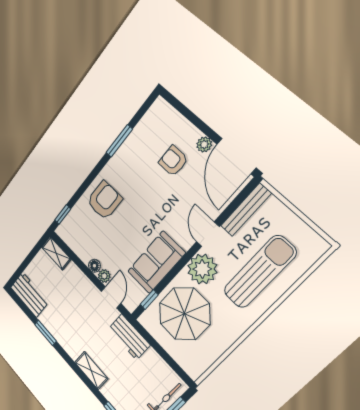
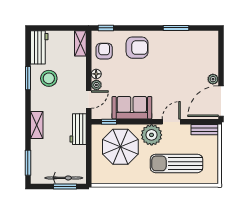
armchair: (173, 161) -> (104, 51), moved
bench: (246, 210) -> (205, 130), width x0.73
sun lounger: (260, 272) -> (177, 163), turned 180
stool: (61, 314) -> (49, 78), added

